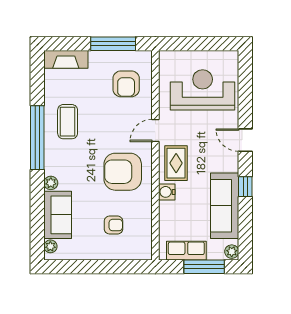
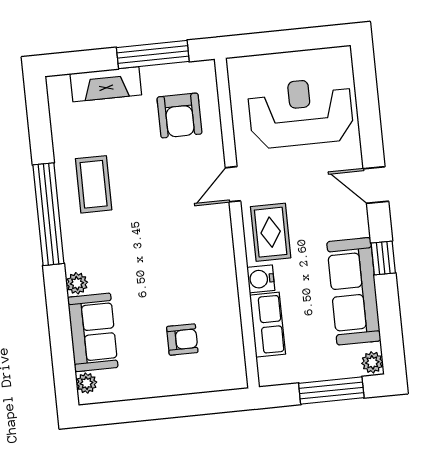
fireplace: (66, 59) -> (106, 84), moved
armchair: (123, 172) -> (188, 254), removed
row of seats: (186, 251) -> (268, 325), moved, turned 90

